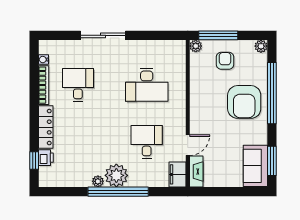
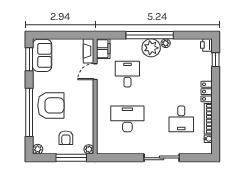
armchair: (244, 102) -> (51, 105), turned 90
locker: (46, 127) -> (207, 92), width x0.66
desk: (147, 142) -> (127, 74), turned 180
printer: (46, 158) -> (206, 45), moved

